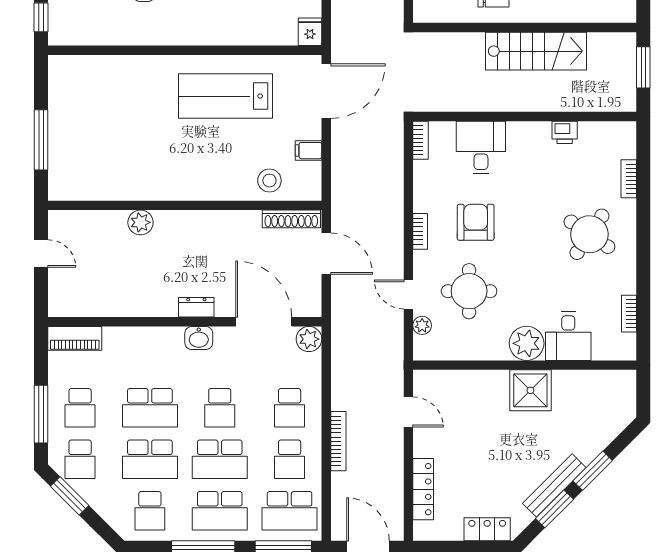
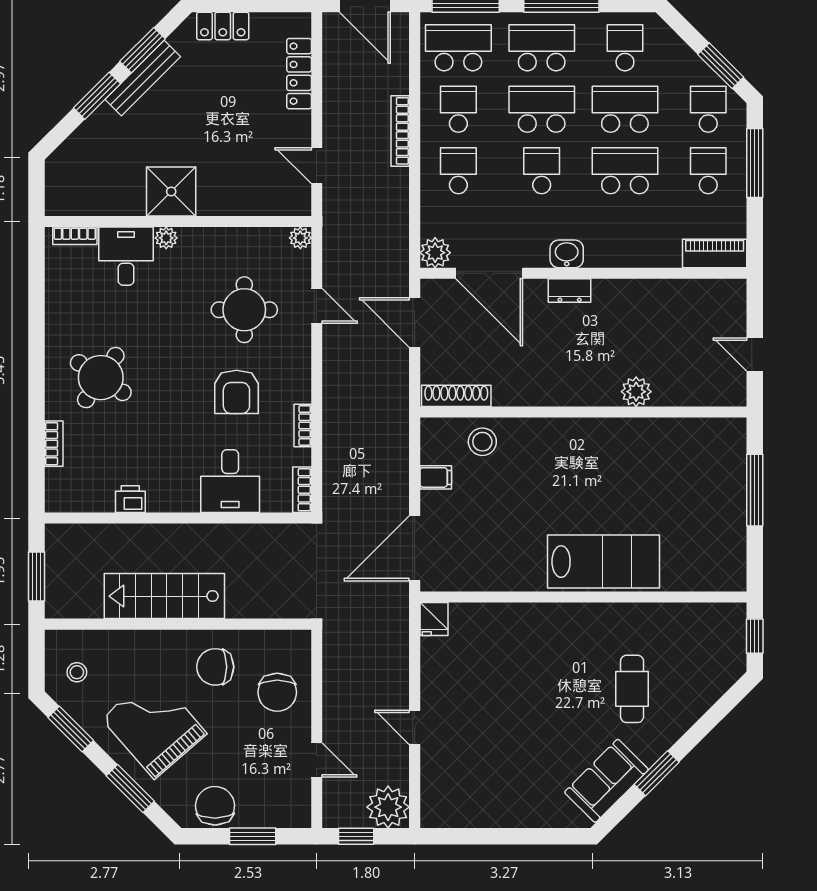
lab bench: (225, 96) -> (603, 562), moved
bookcase: (420, 231) -> (303, 425), moved
door: (326, 254) -> (415, 322), moved
bookcase: (629, 314) -> (75, 236), moved, turned 90
plant: (422, 325) -> (300, 238), moved
plant: (527, 343) -> (166, 238), width x0.53, depth x0.53

